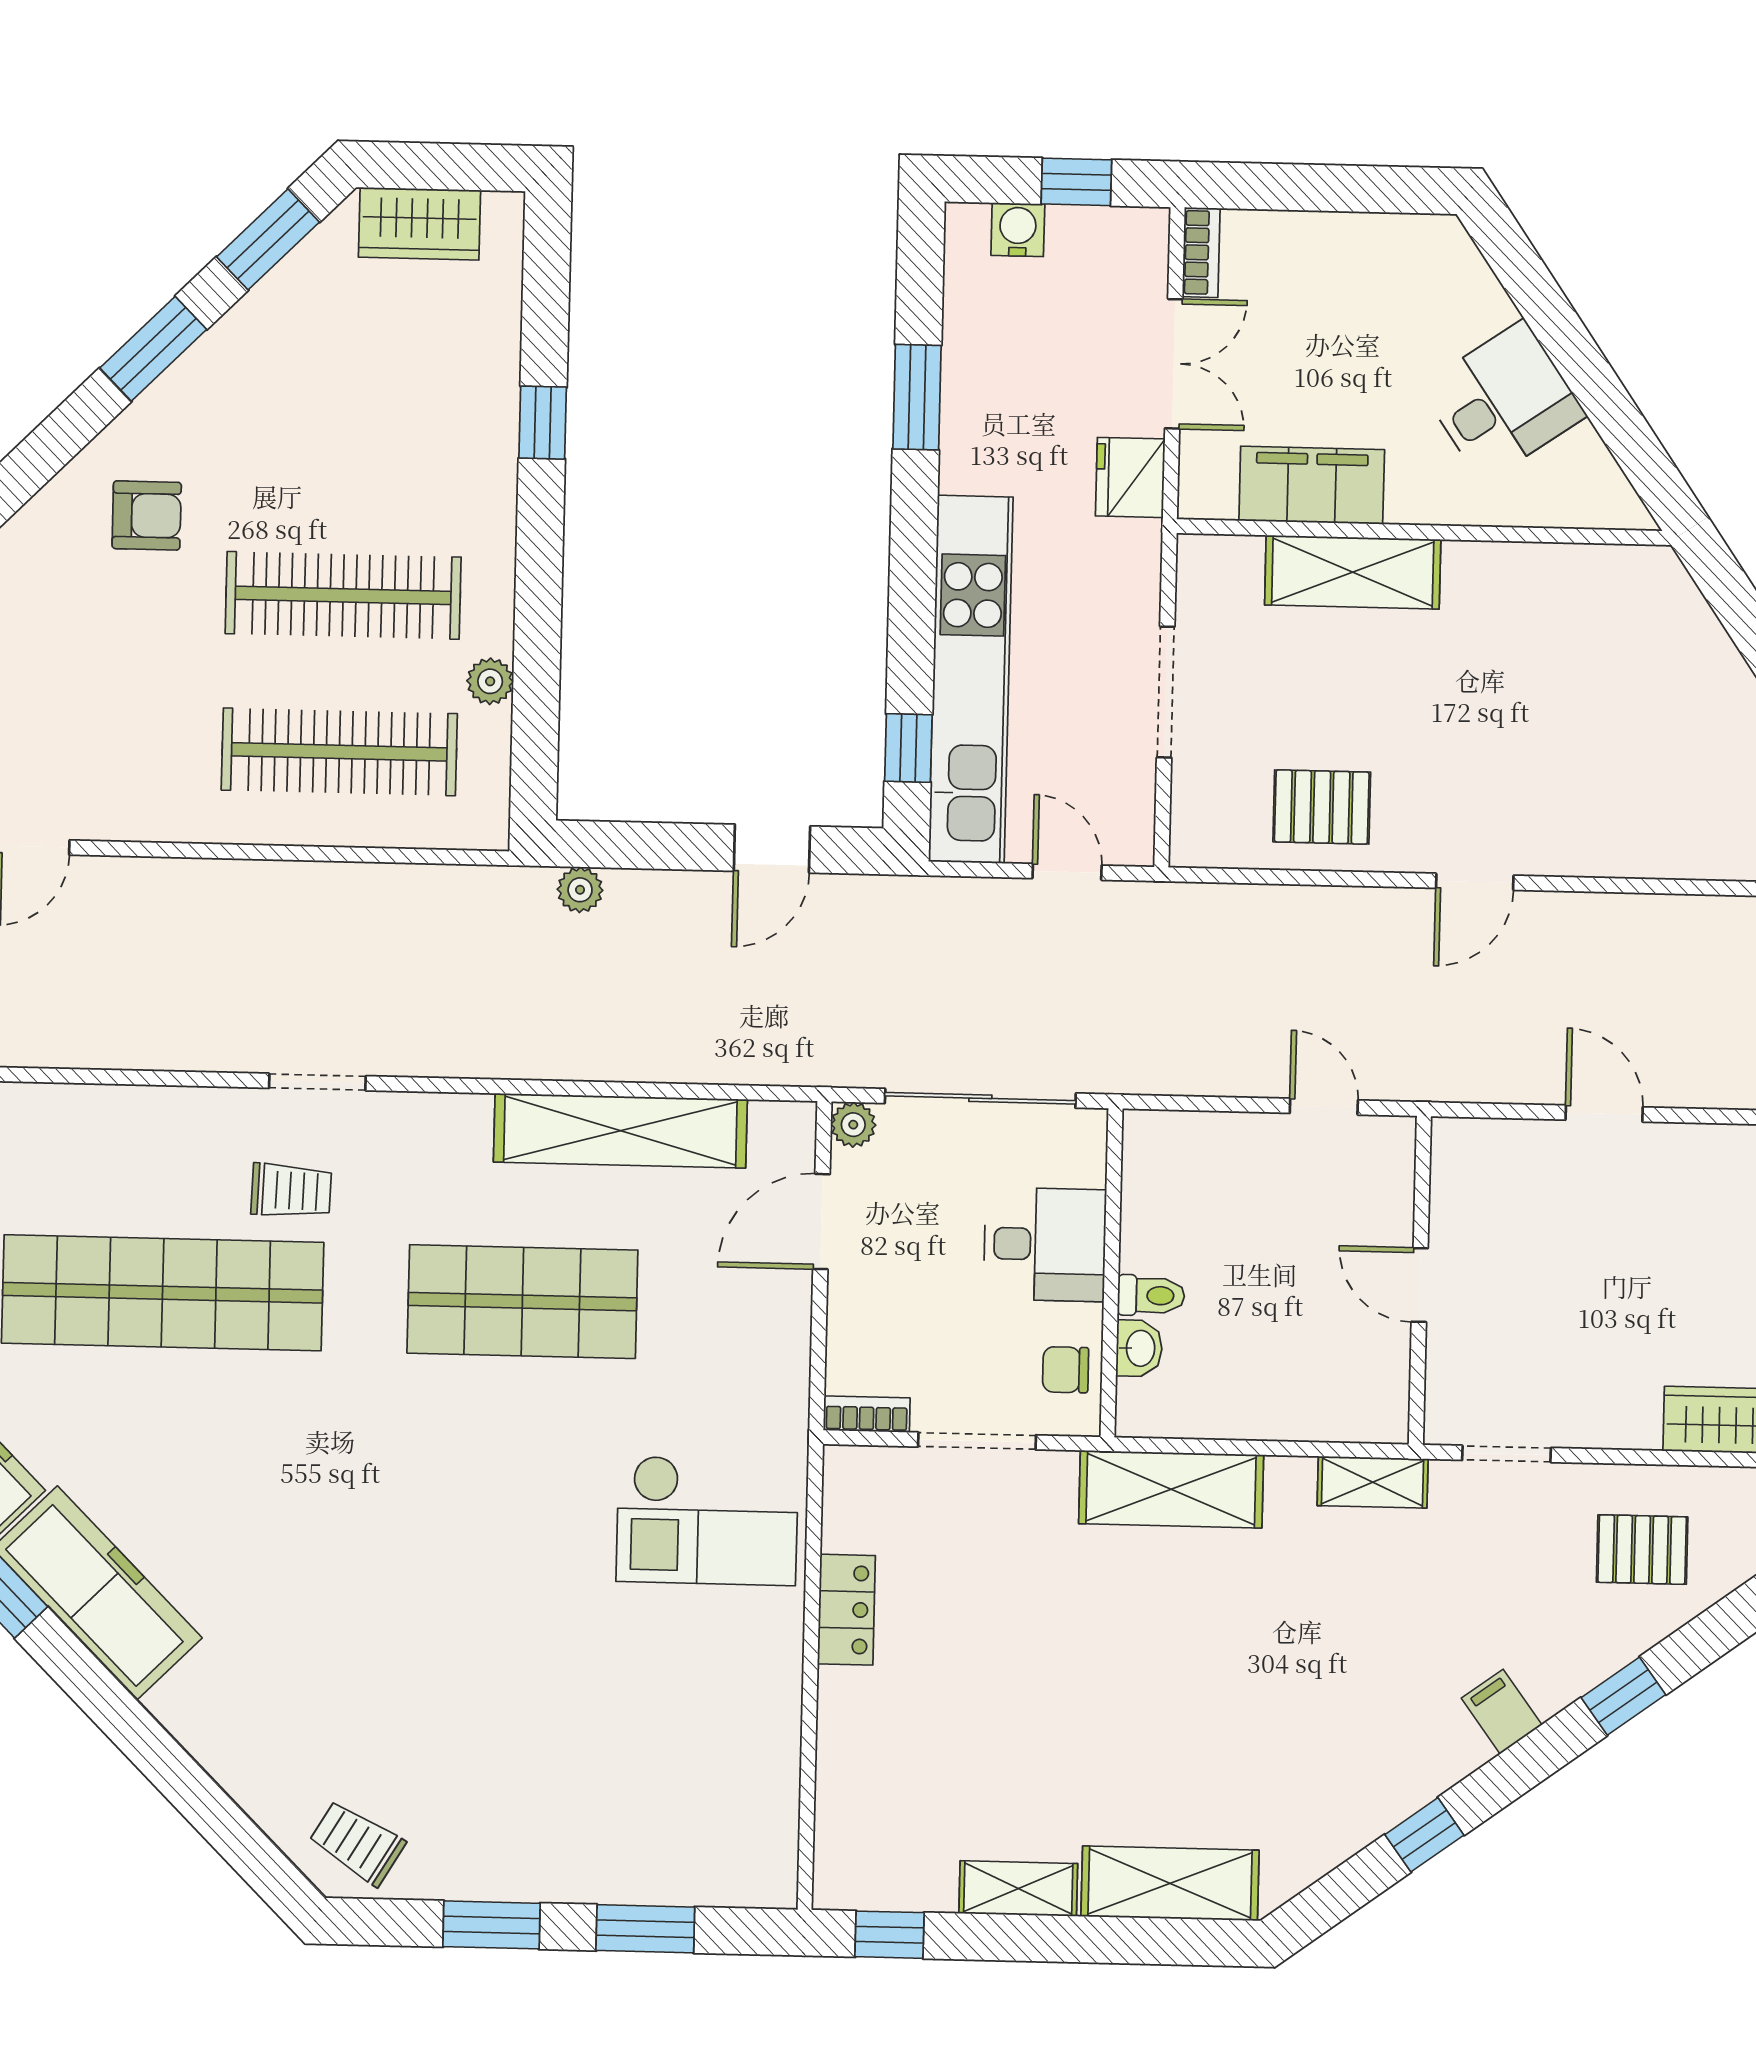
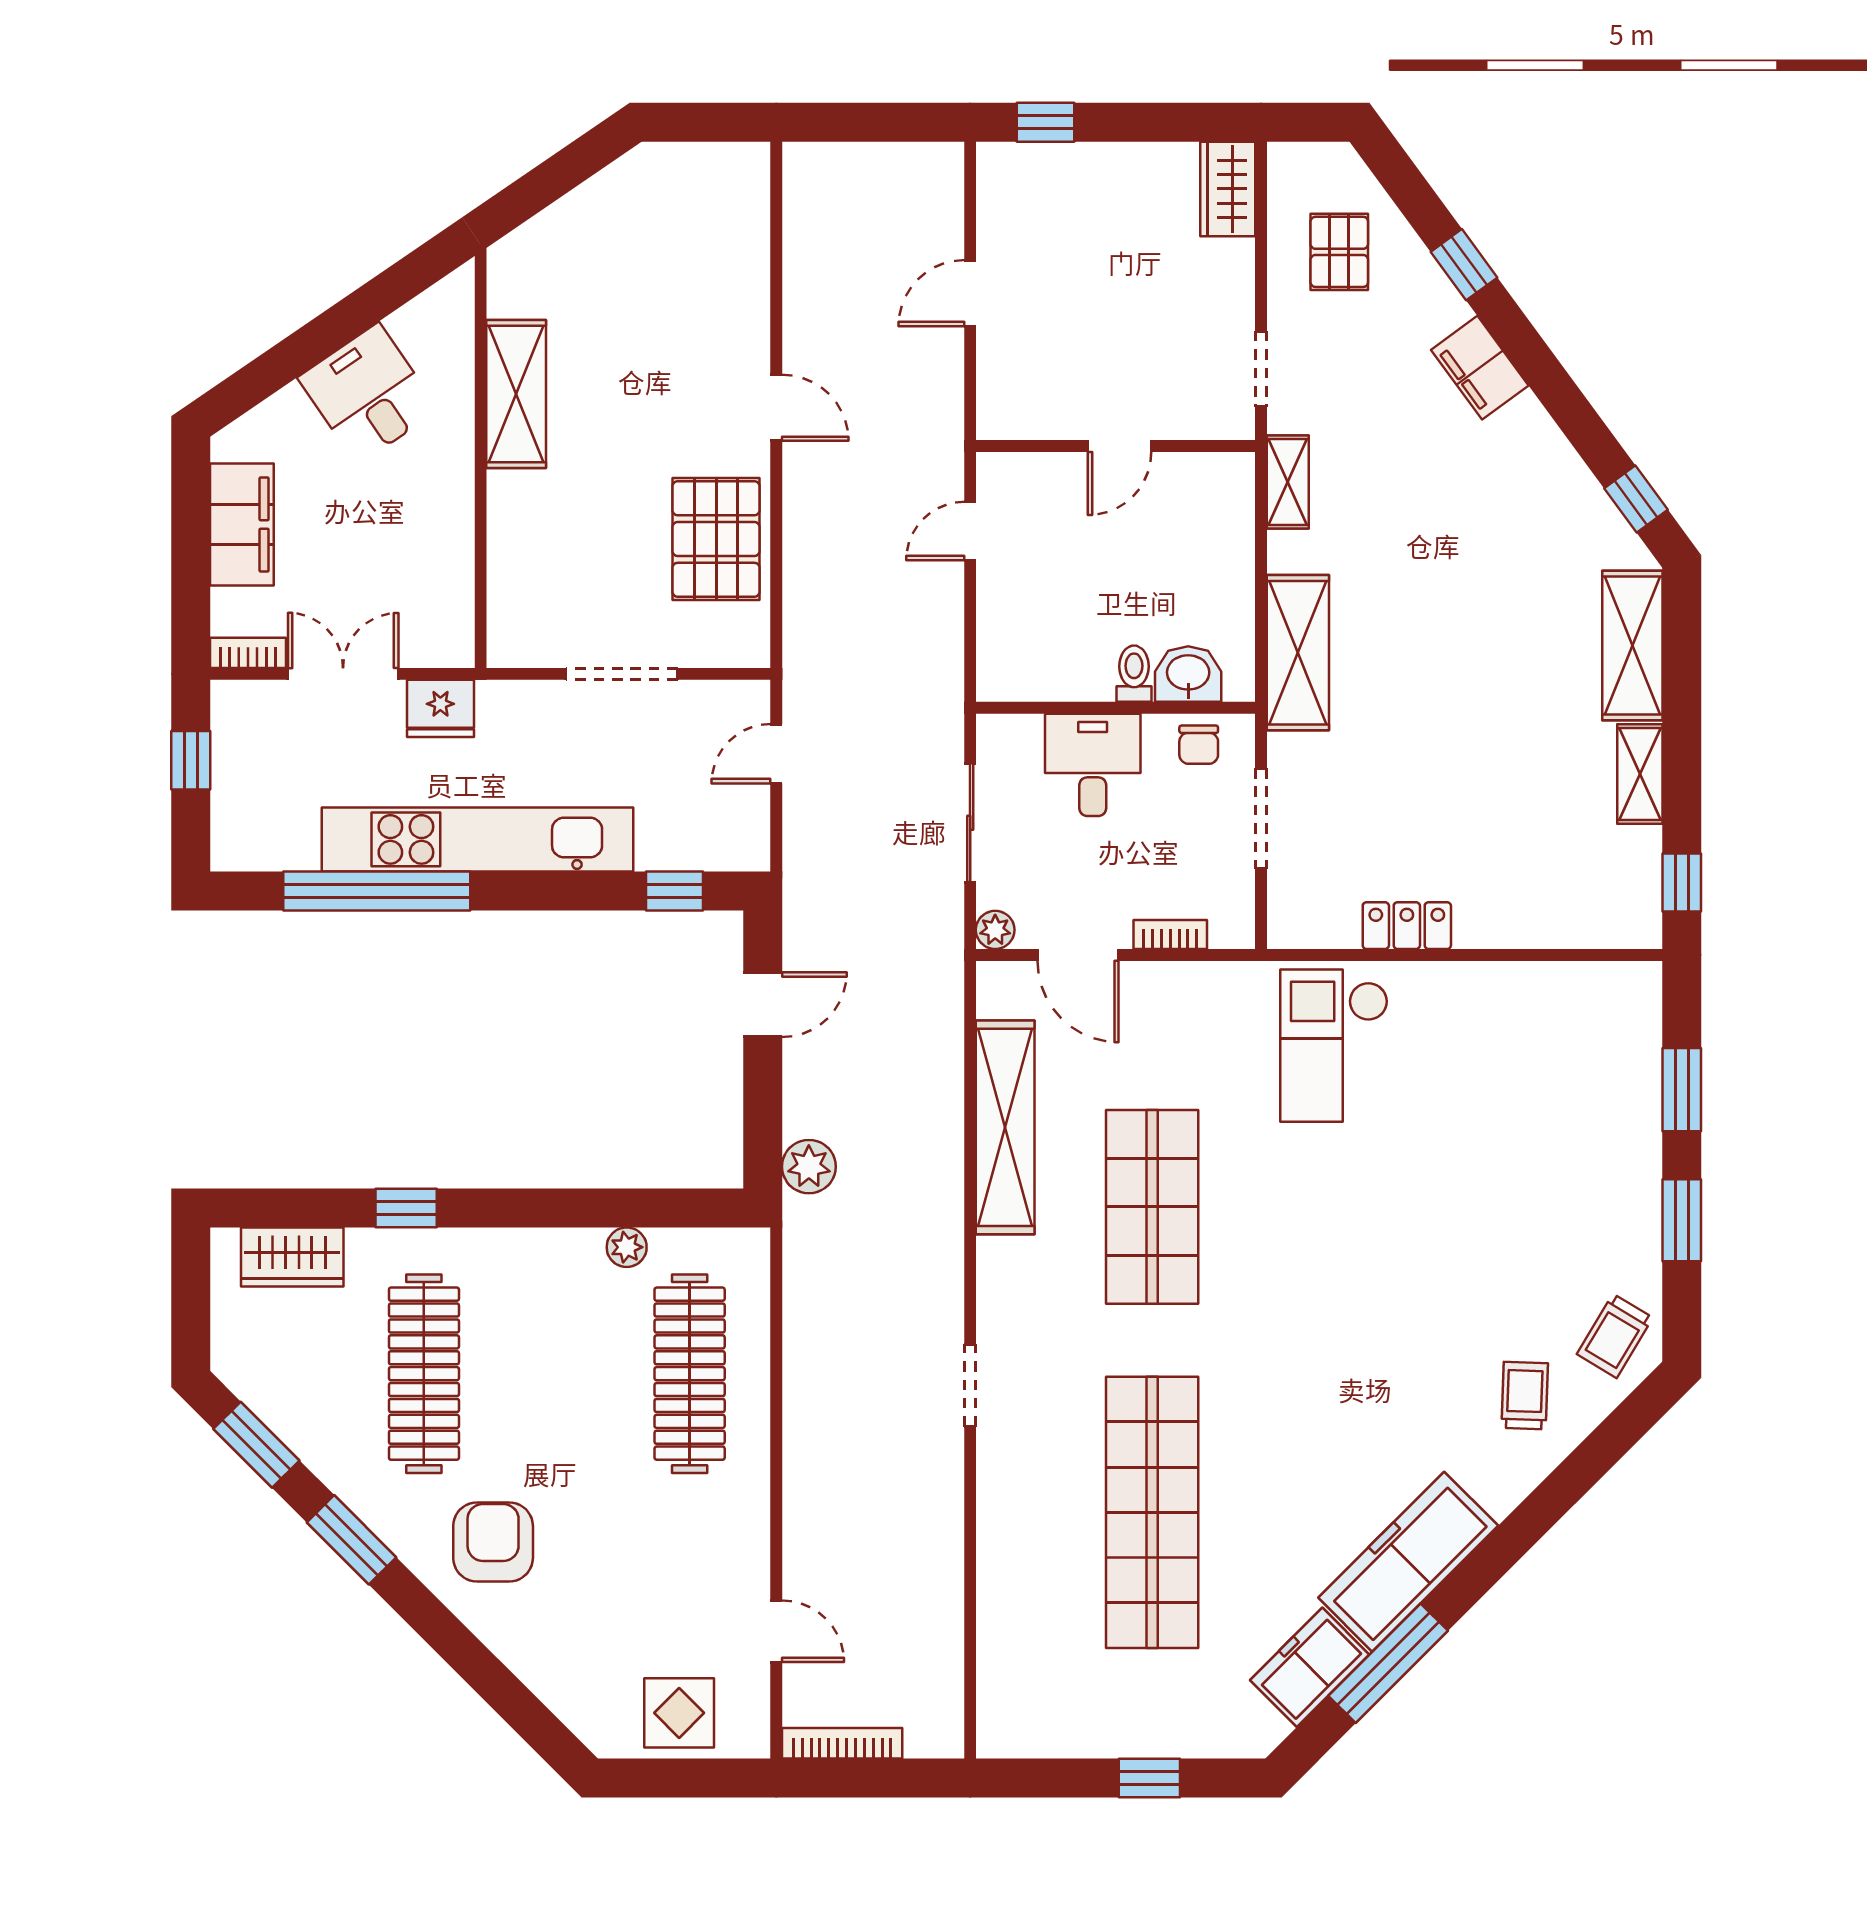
wardrobe: (419, 224) -> (292, 1257), moved, turned 90
water cooler: (1018, 230) -> (233, 809), removed
window: (917, 397) -> (377, 891), width x2.11
filing cabinet: (1312, 485) -> (242, 524), moved, turned 180
armchair: (147, 515) -> (493, 1542), width x1.38, depth x1.38
shelving: (1353, 572) -> (516, 394), moved
clothes rail: (343, 595) -> (424, 1374), moved
kitchen unit: (971, 679) -> (477, 839), moved
pallet: (1322, 807) -> (716, 539), width x1.50, depth x1.42
door: (772, 849) -> (763, 1005), hinge flipped
plant: (580, 890) -> (809, 1167), width x1.38, depth x1.38
sliding door: (980, 1098) -> (970, 823), width x0.73
trolley: (291, 1191) -> (1525, 1396), moved
washbasin: (1139, 1348) -> (1188, 674), width x1.38, depth x1.45
bookcase: (867, 1414) -> (1170, 934), moved, turned 90
checkout: (707, 1520) -> (1334, 1046), turned 180
filing cabinet: (1502, 1712) -> (1480, 368), width x2.00
window: (1424, 1835) -> (1636, 499), moved

